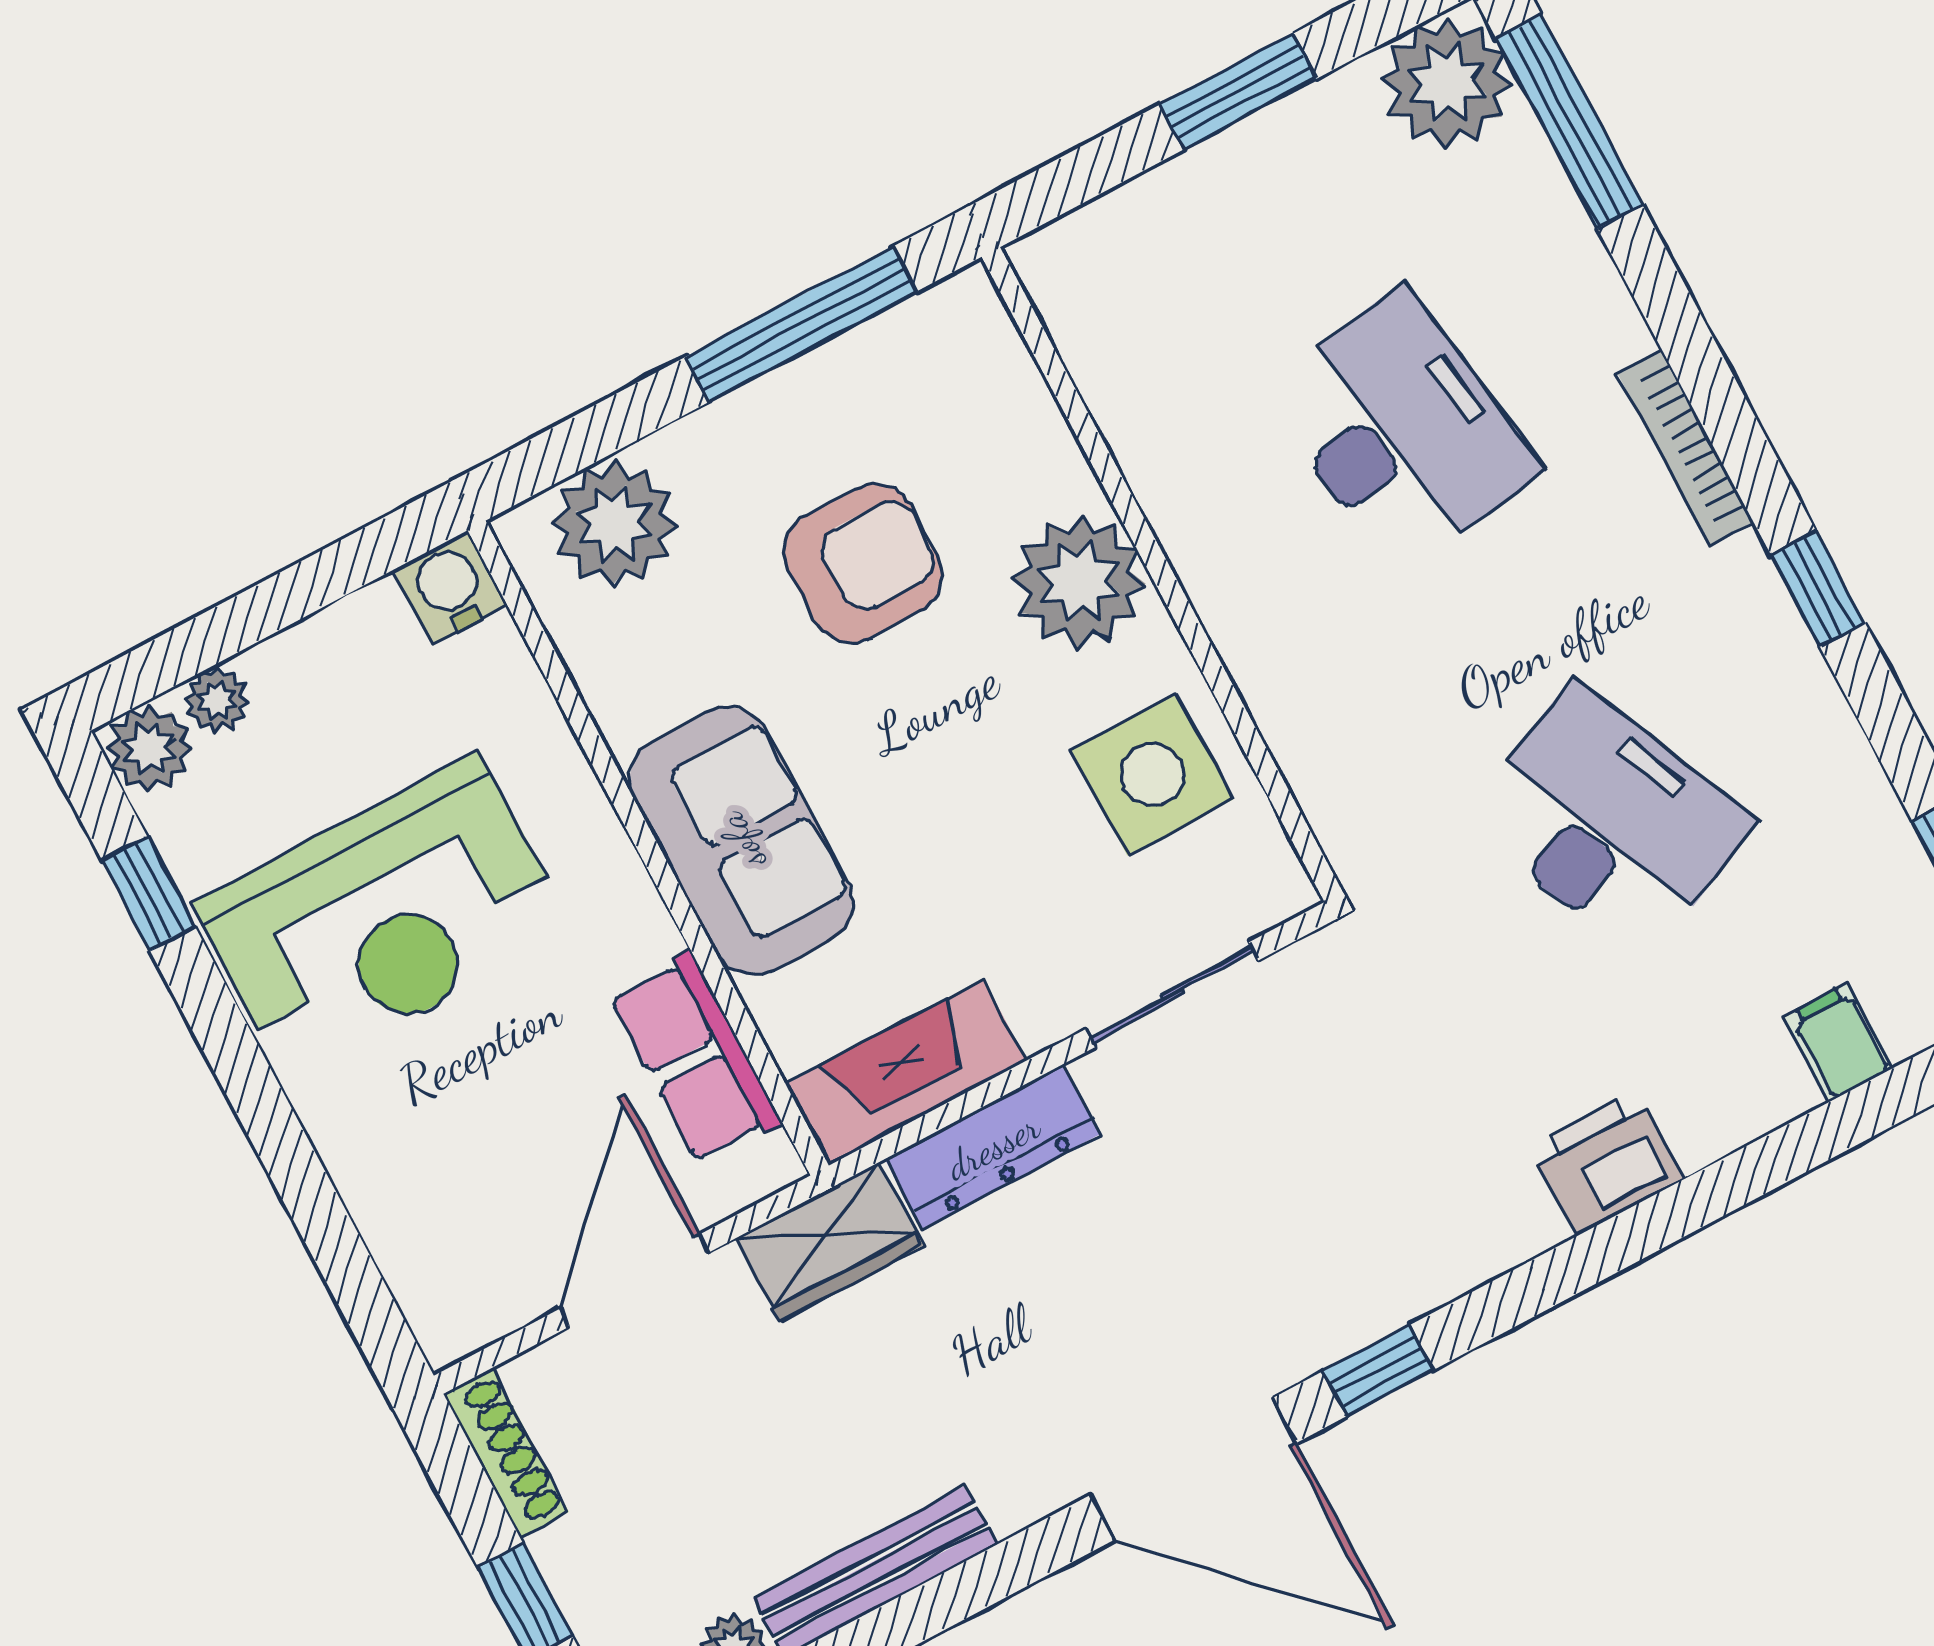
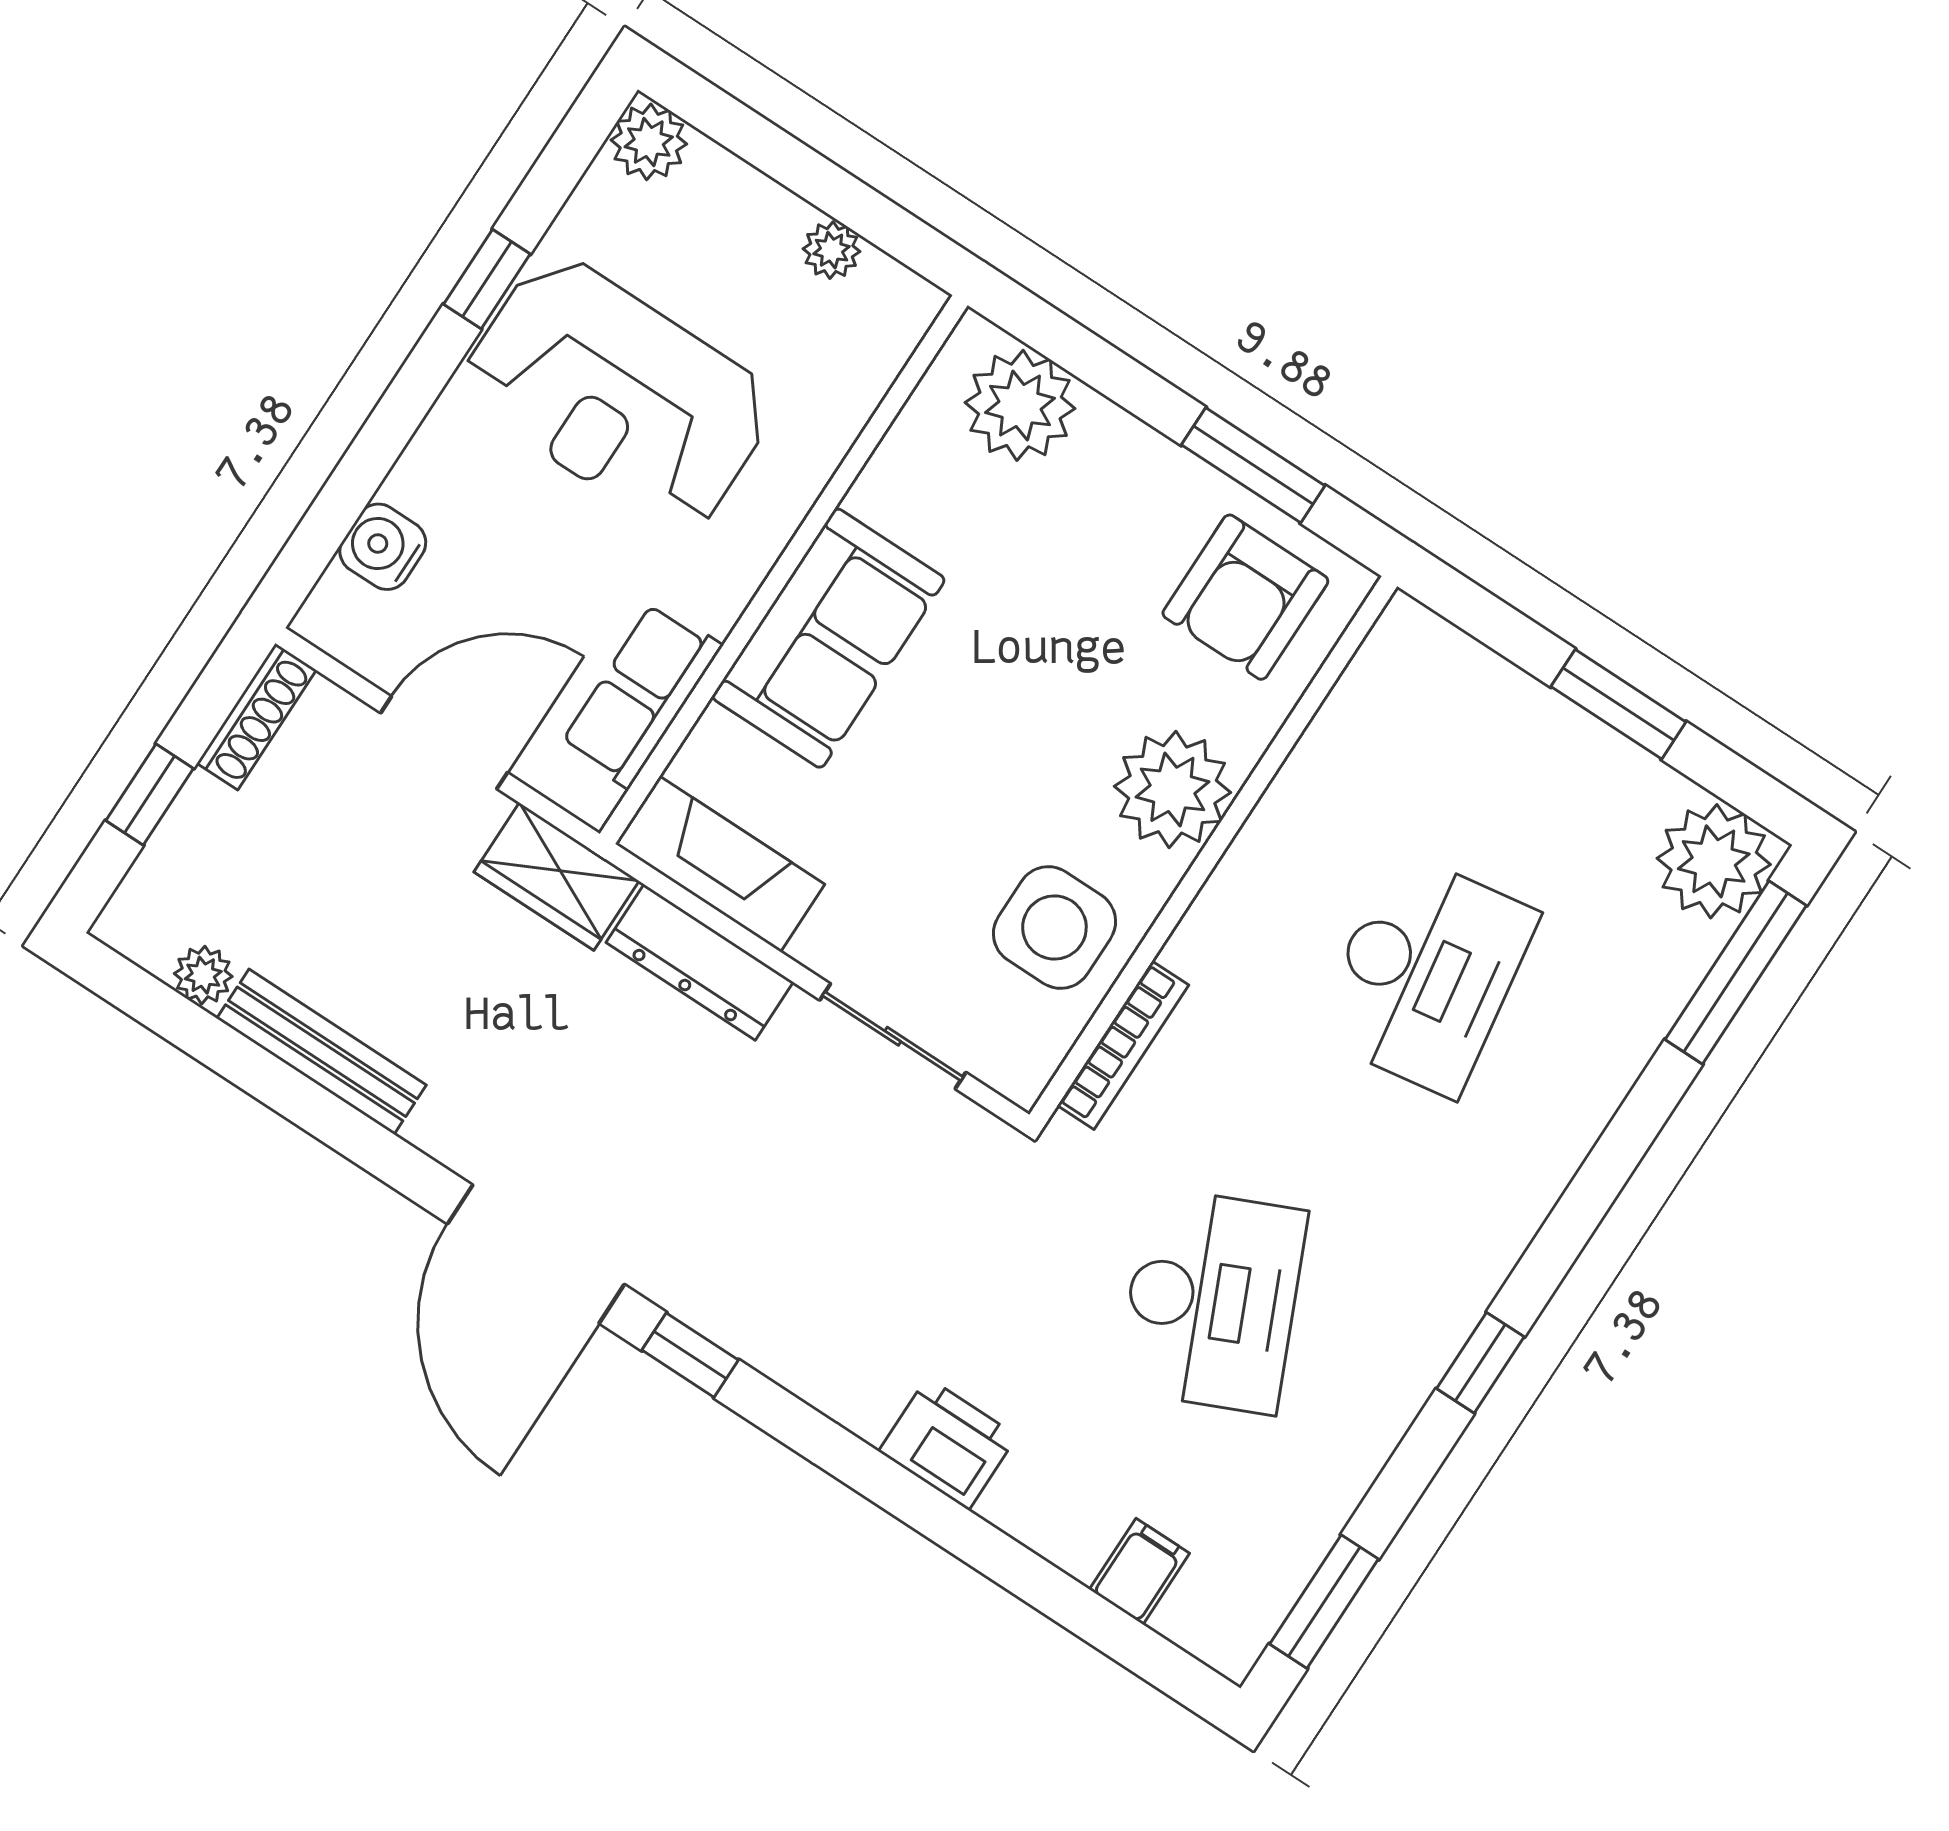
window: (801, 324) -> (1253, 465), width x0.69
bookcase: (1686, 448) -> (1123, 1045), moved, turned 180
armchair: (863, 563) -> (1245, 597), moved, turned 90
water cooler: (450, 587) -> (383, 547), moved, turned -90
plant: (217, 700) -> (831, 250), moved
window: (149, 894) -> (487, 279), moved

